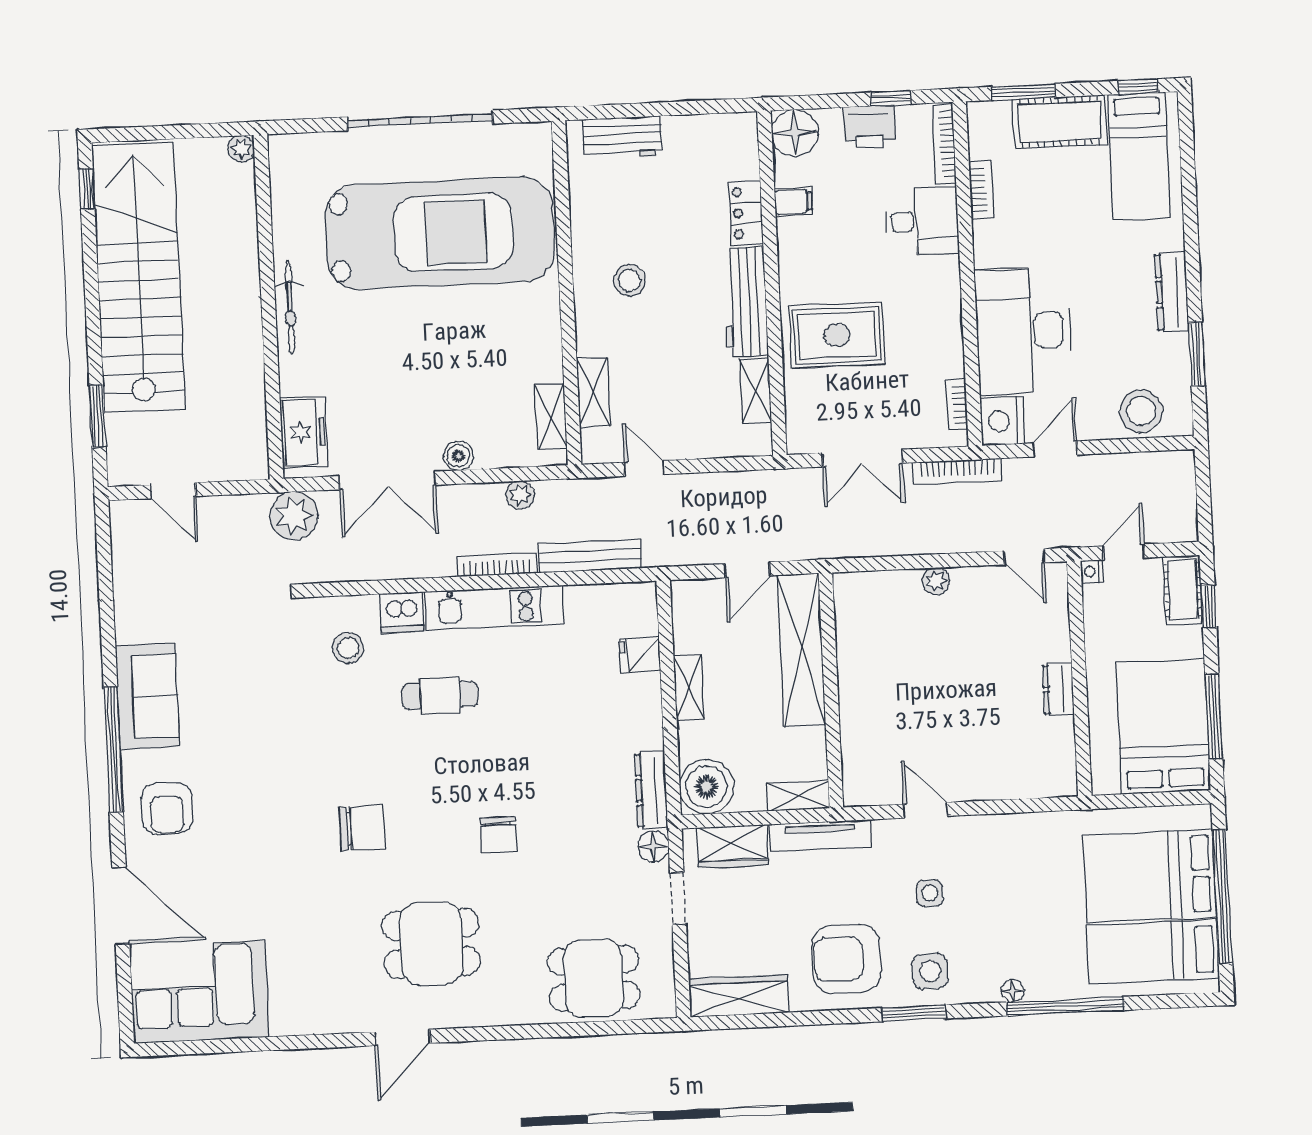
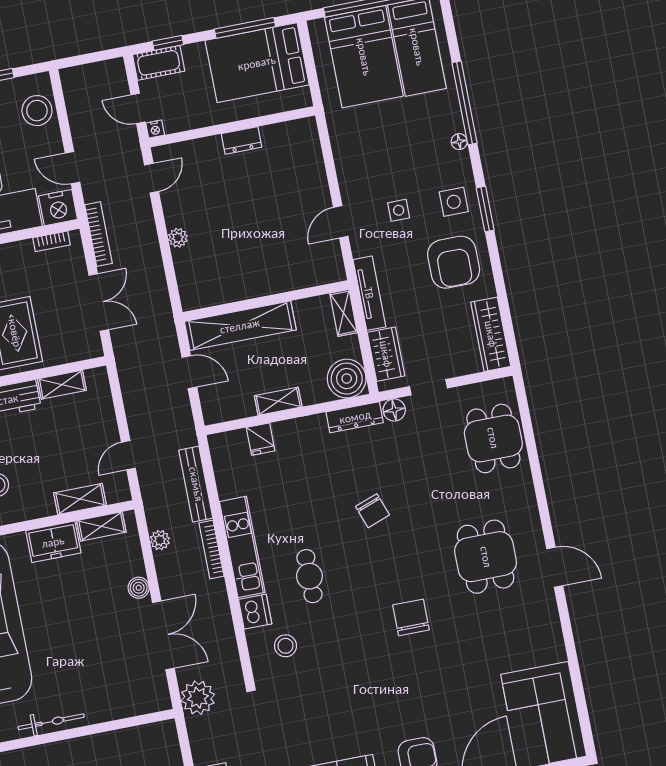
freezer: (304, 432) -> (53, 542), moved, turned 180
chair: (498, 835) -> (372, 511), moved, turned 70

